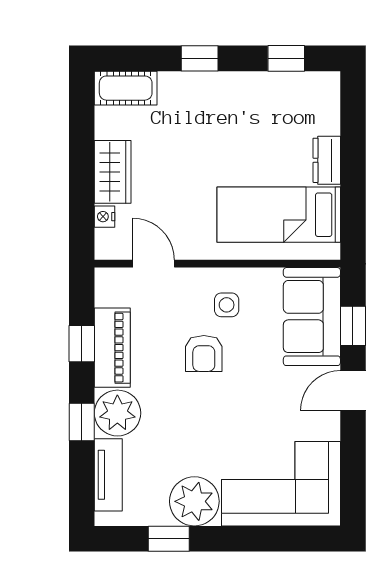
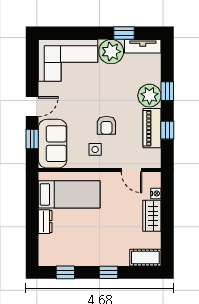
armchair: (204, 353) -> (106, 125), turned 180
tv unit: (108, 475) -> (143, 46), moved, turned -90

